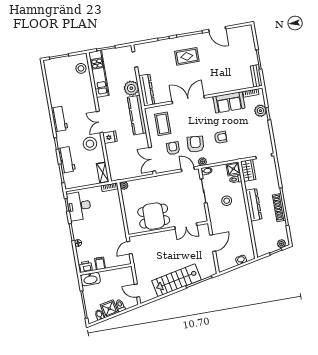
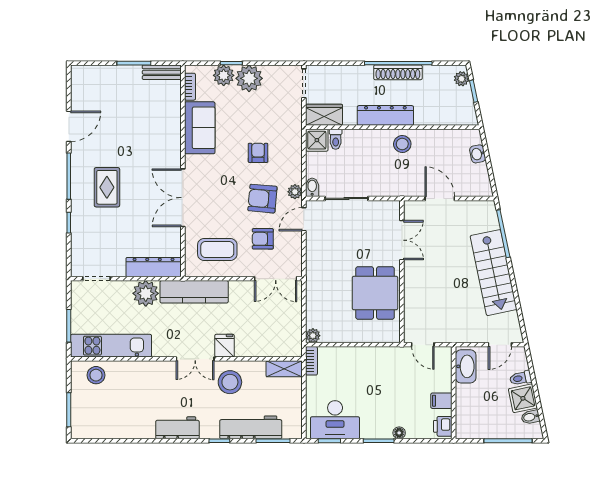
plant: (261, 125) -> (249, 78), added
workbench: (67, 160) -> (251, 427), width x1.38
stool: (227, 201) -> (402, 144), moved
washbasin: (90, 279) -> (466, 366), moved

